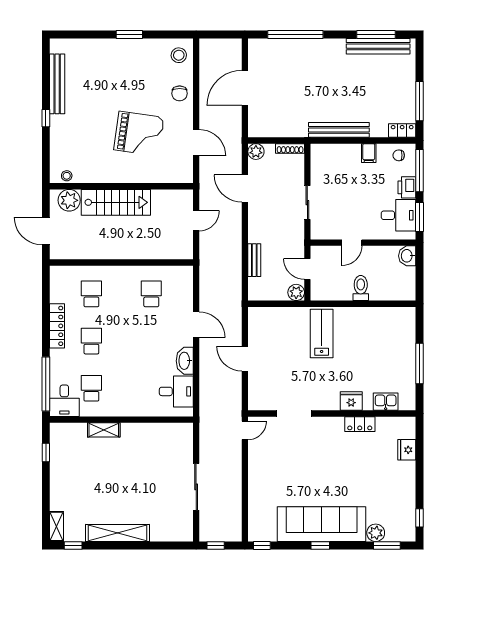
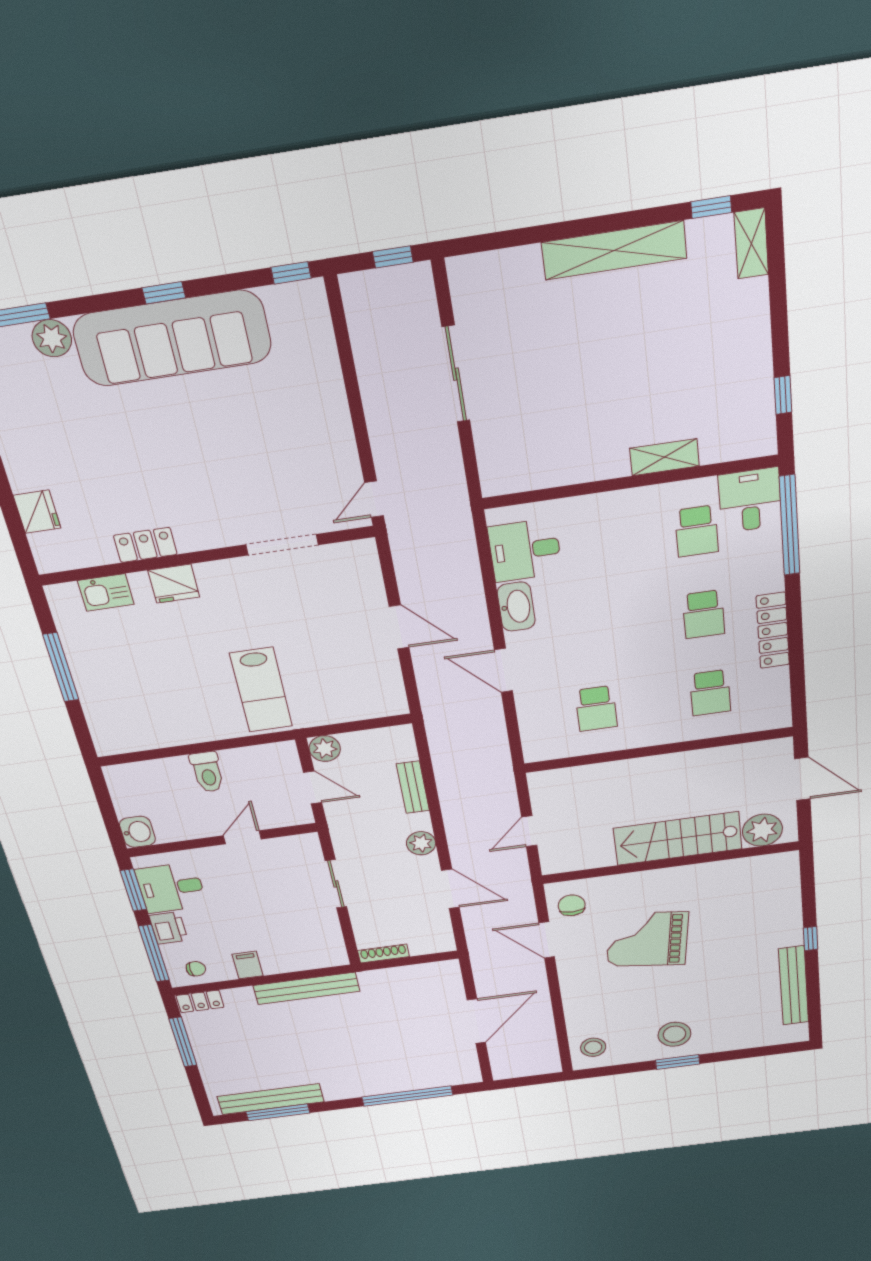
chair: (180, 93) -> (572, 905), moved
plant: (256, 152) -> (421, 843), moved
stool: (67, 176) -> (674, 1034), moved, width x1.89, depth x1.89

